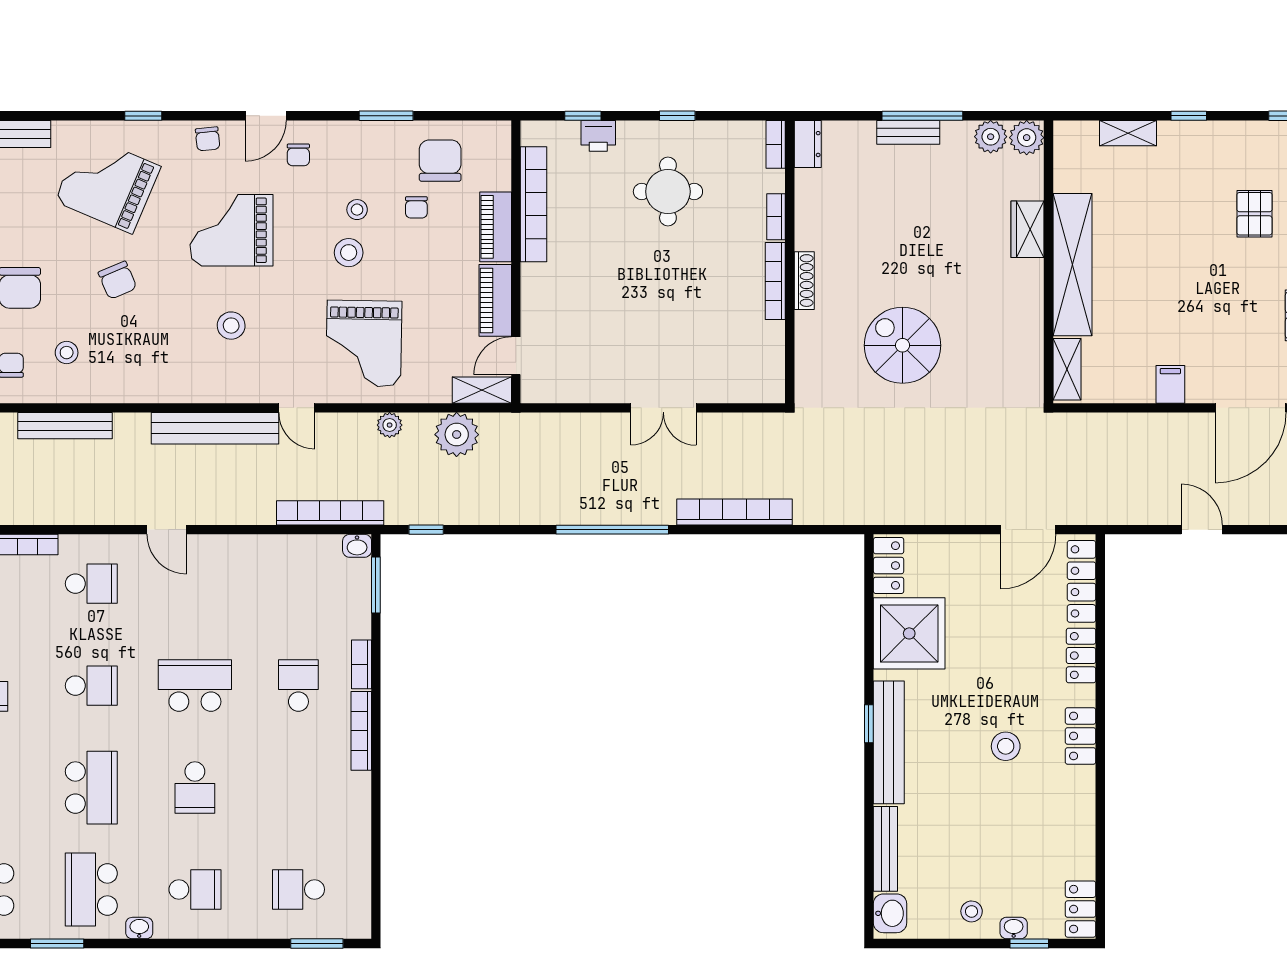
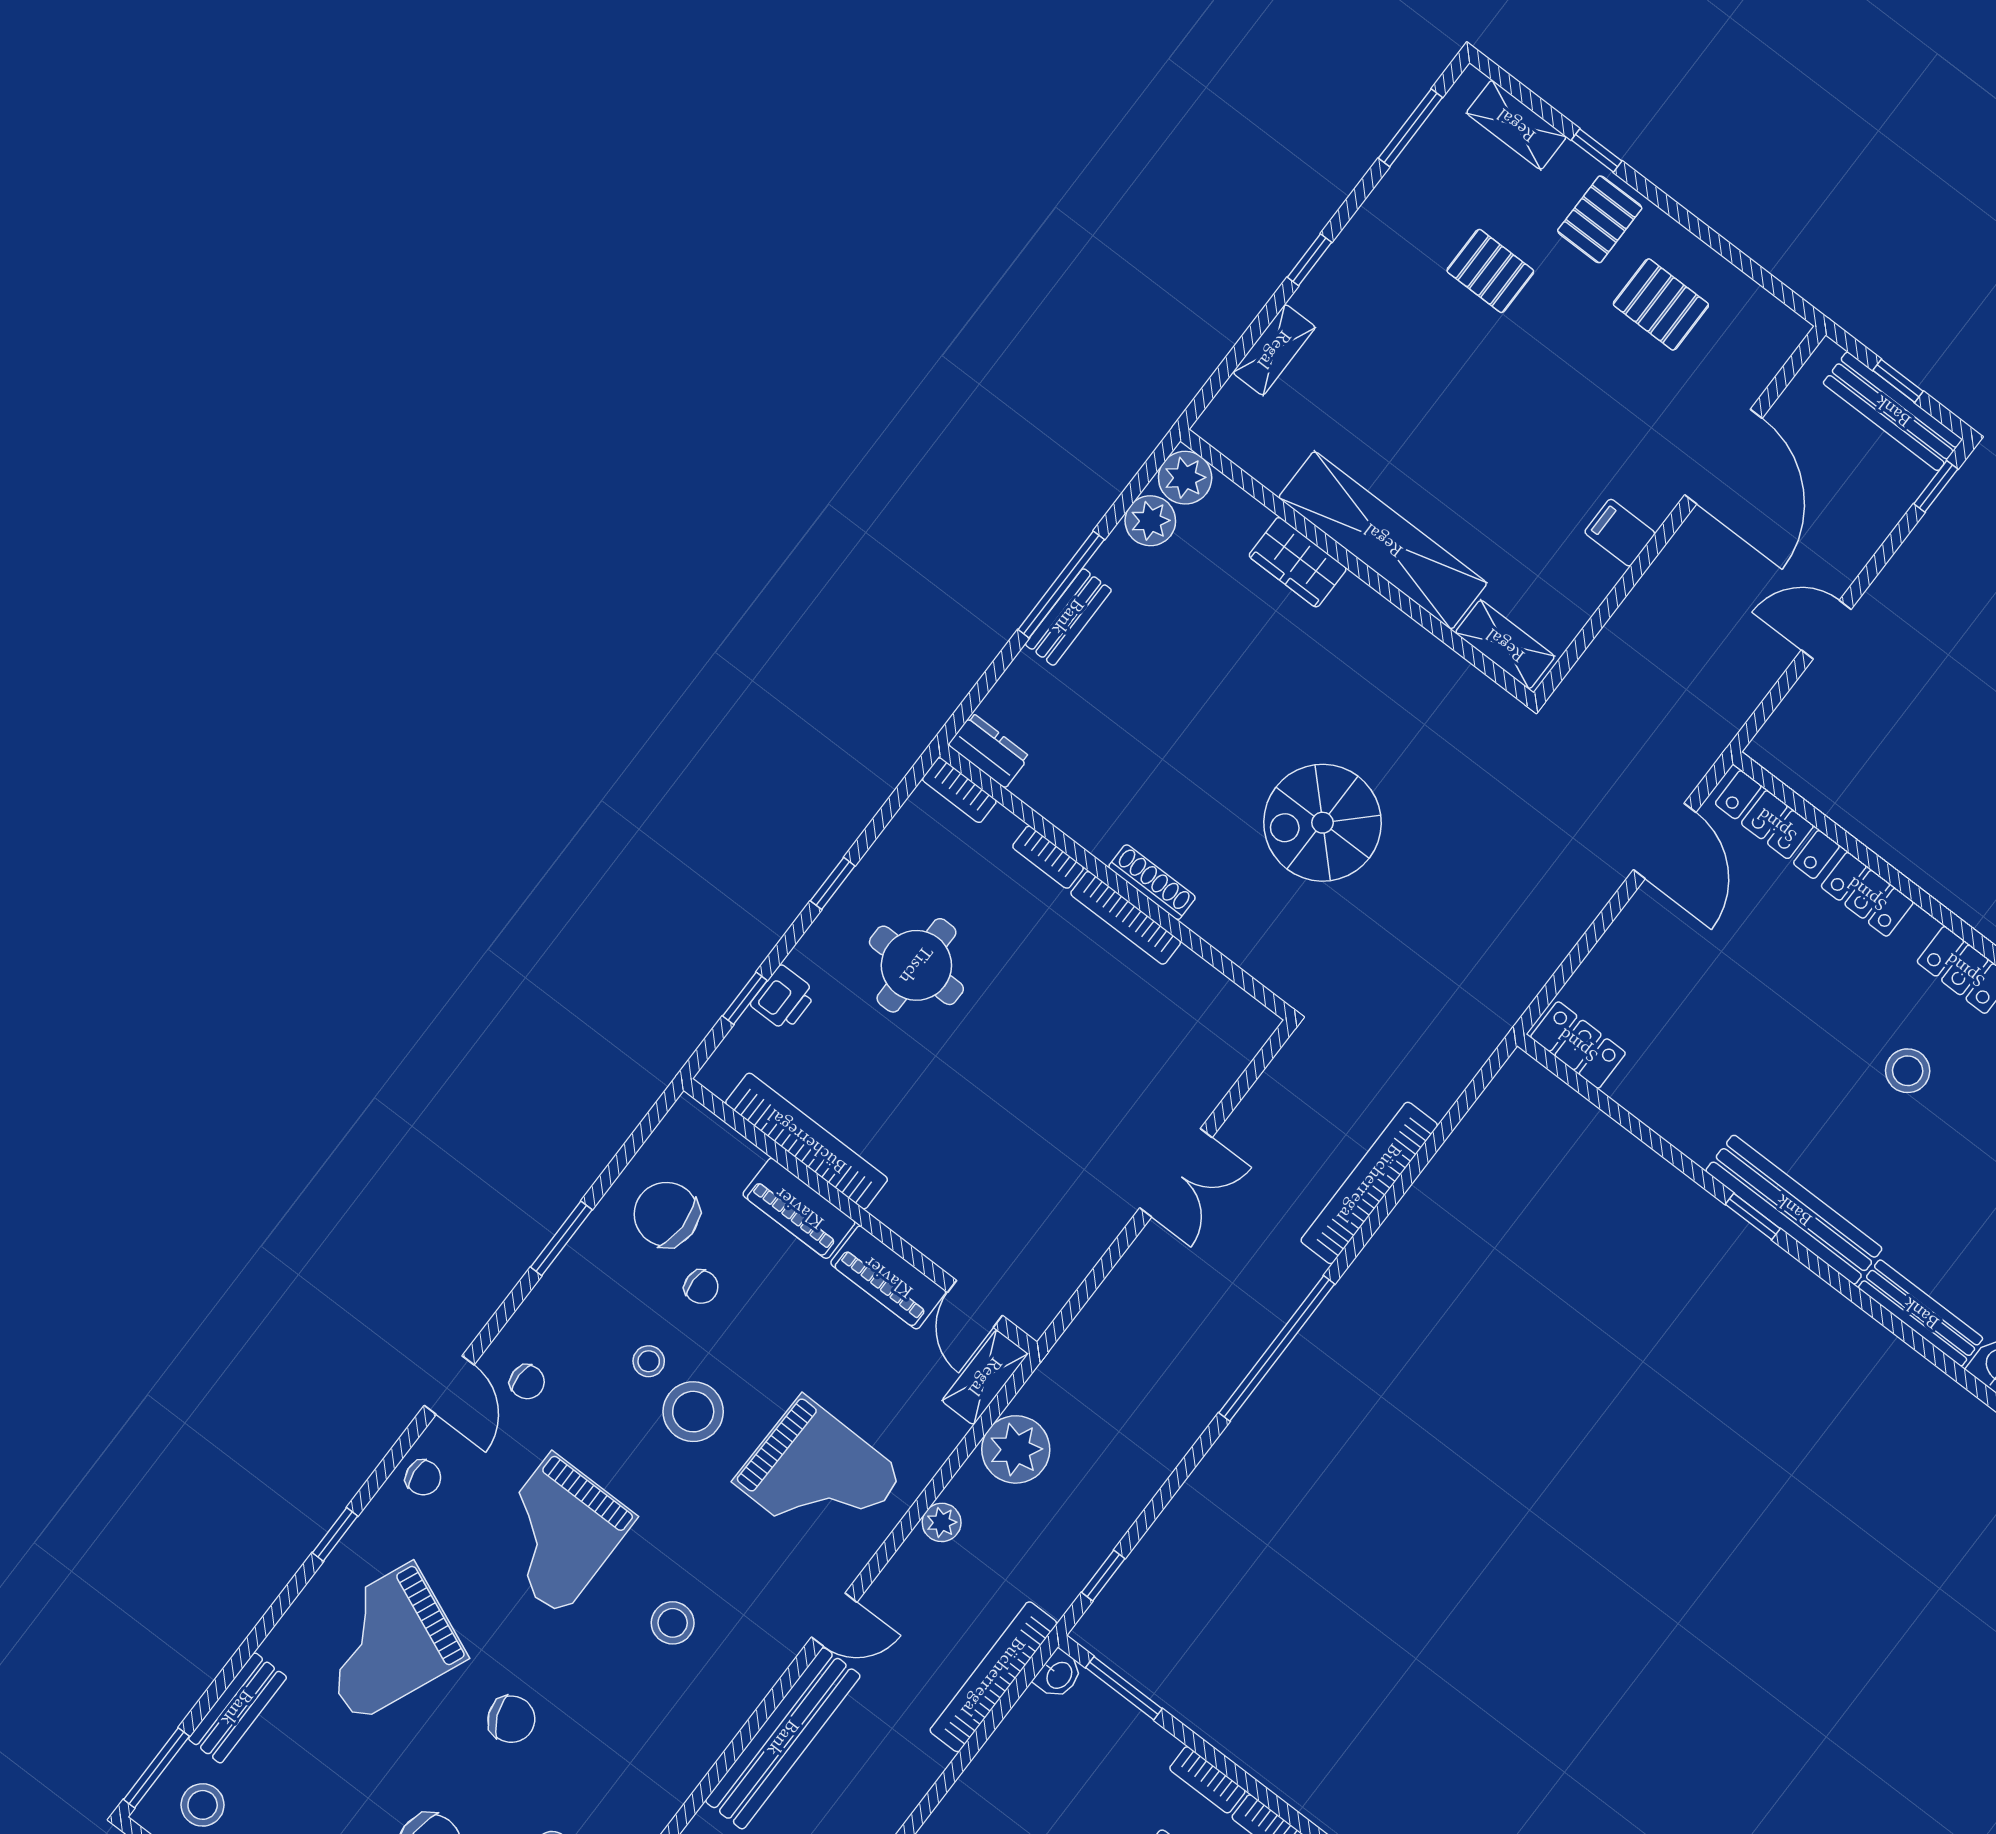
stool: (349, 253) -> (693, 1412), width x1.38, depth x1.38
shower: (909, 633) -> (1680, 1083), removed

